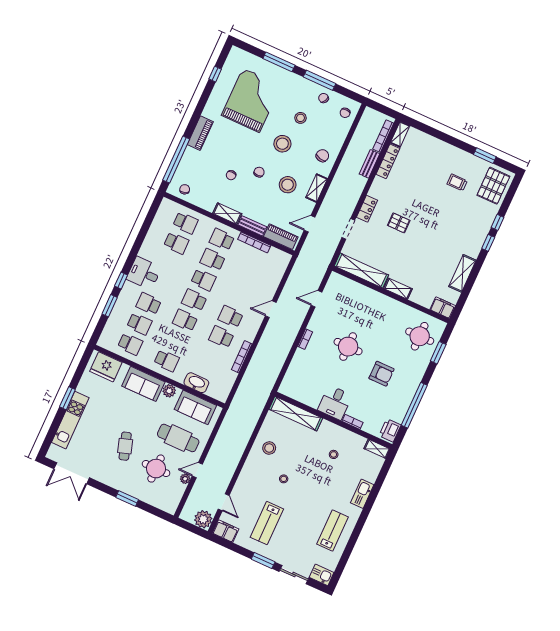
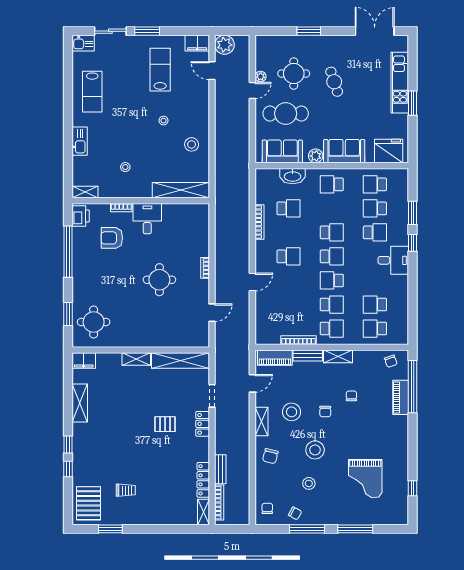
grand piano: (251, 100) -> (365, 479), width x0.73, depth x0.68
piano: (200, 133) -> (401, 397), moved
school desk: (221, 337) -> (289, 208), moved
armchair: (381, 374) -> (112, 238), moved

